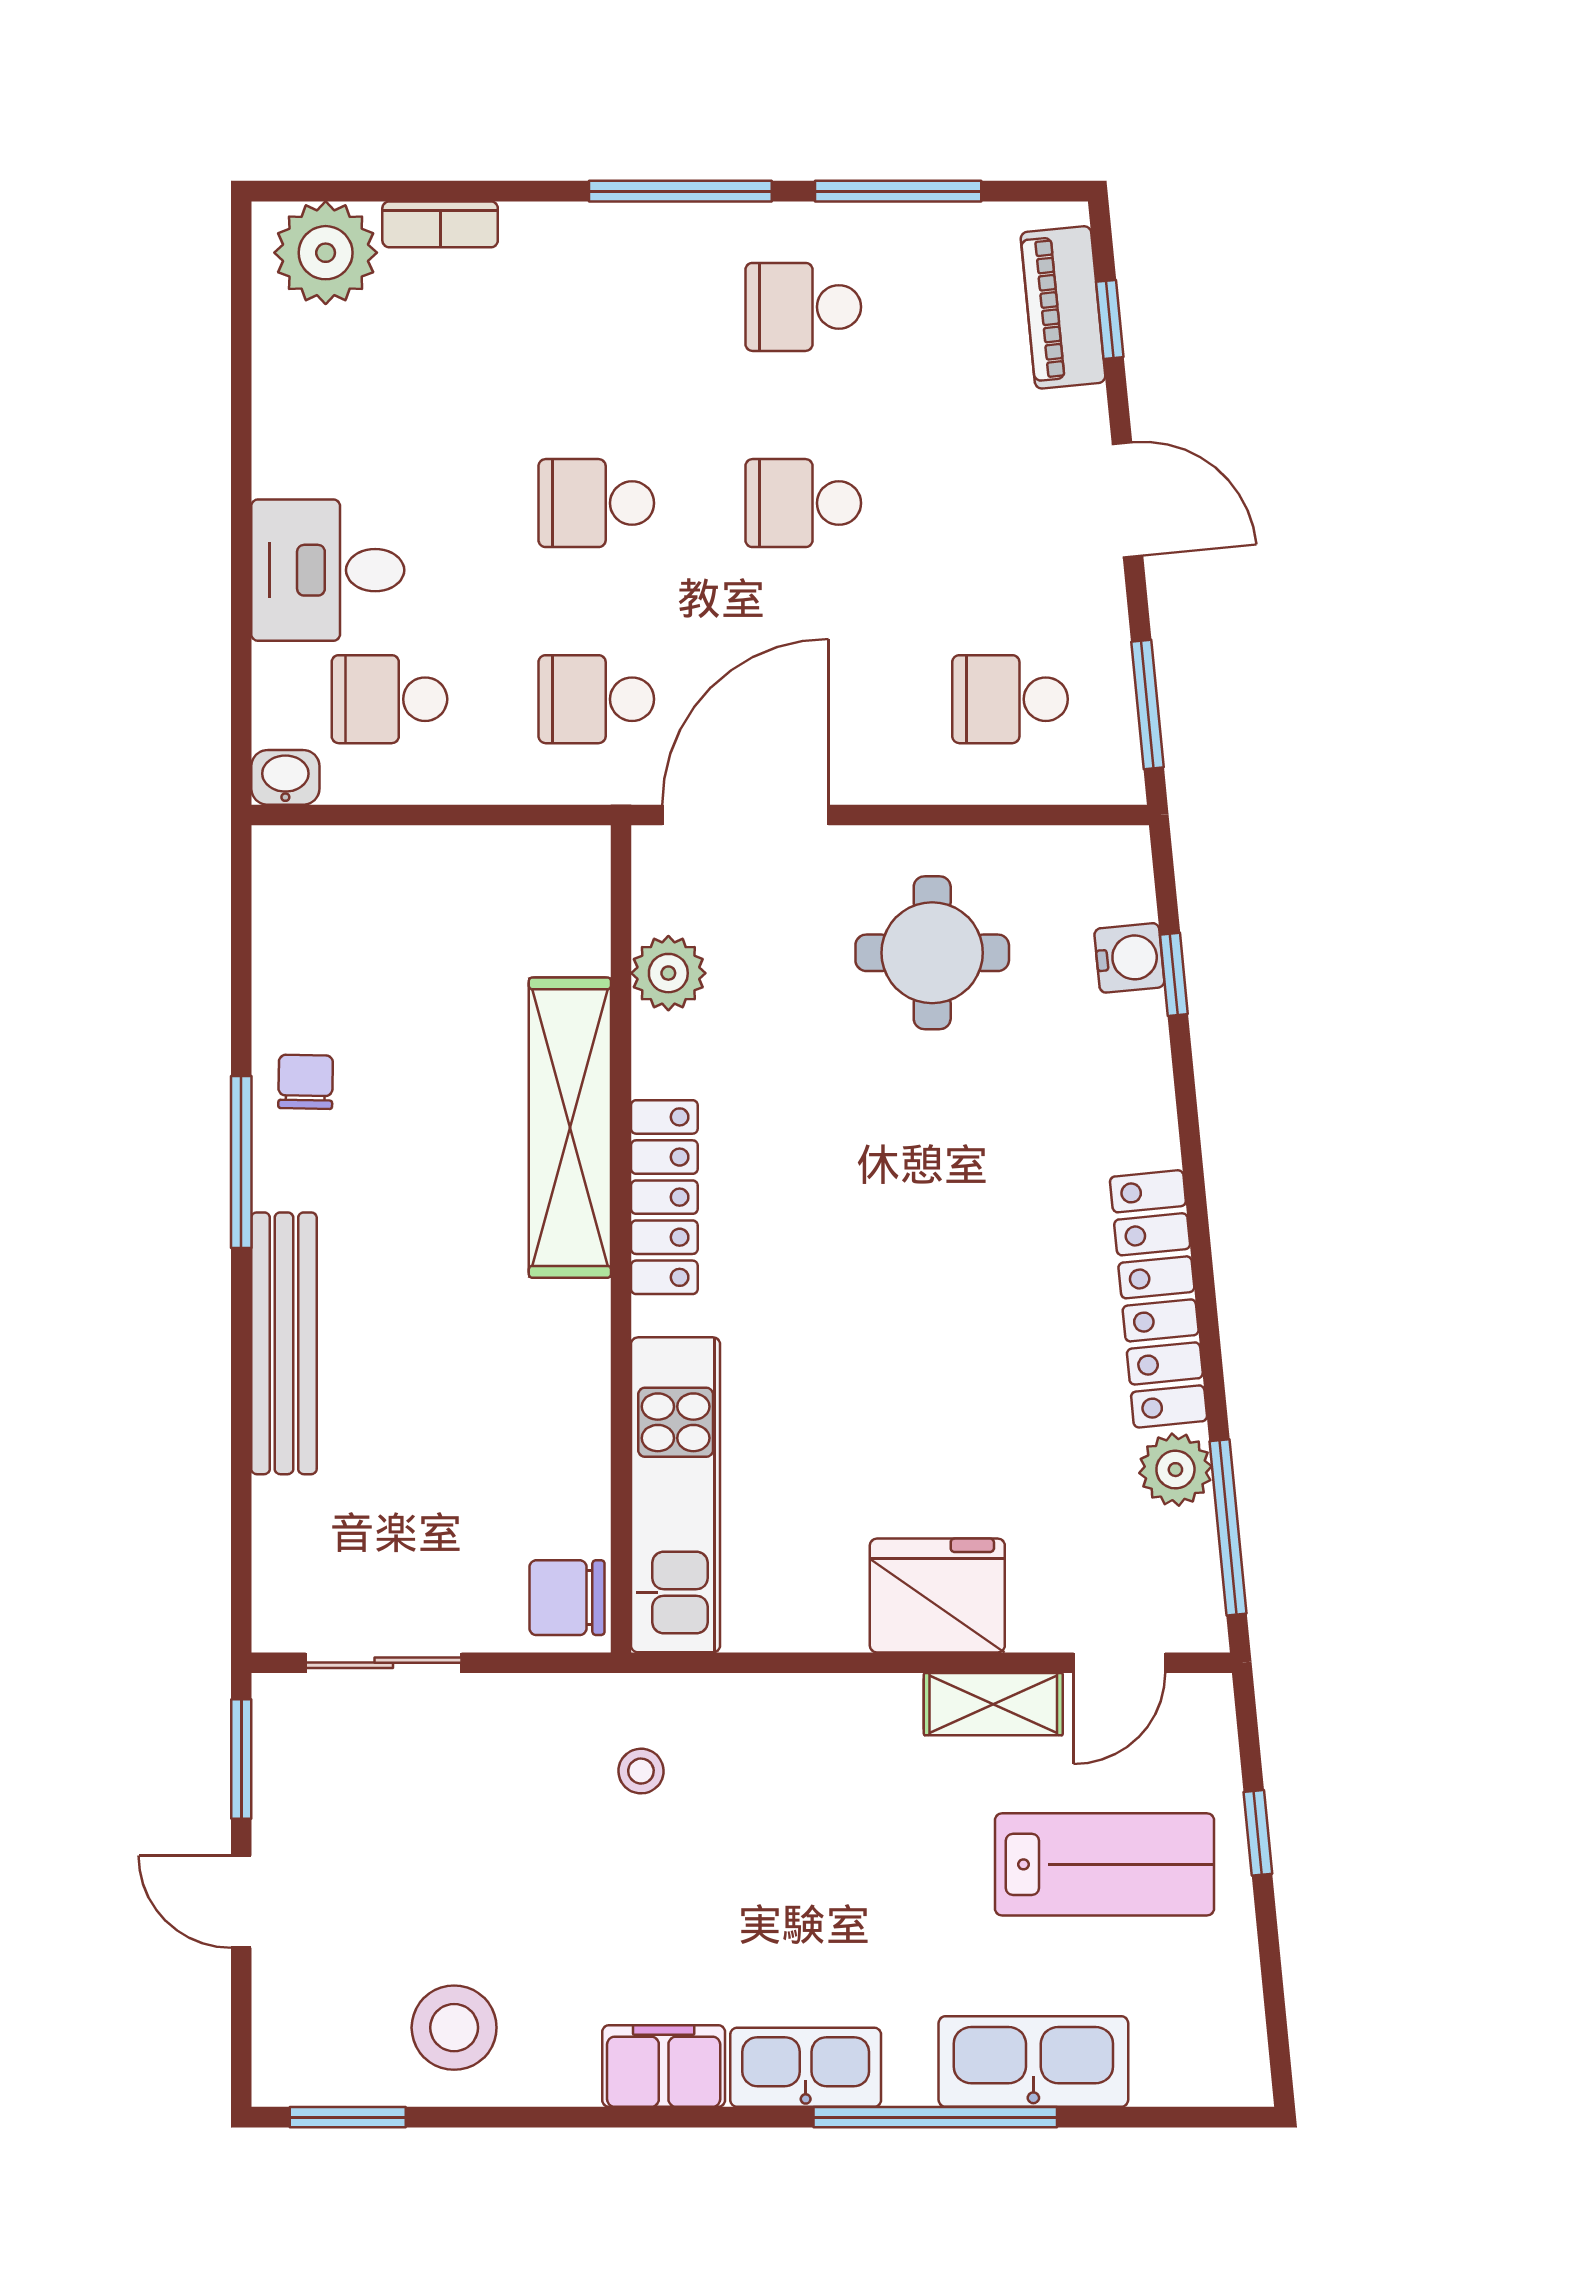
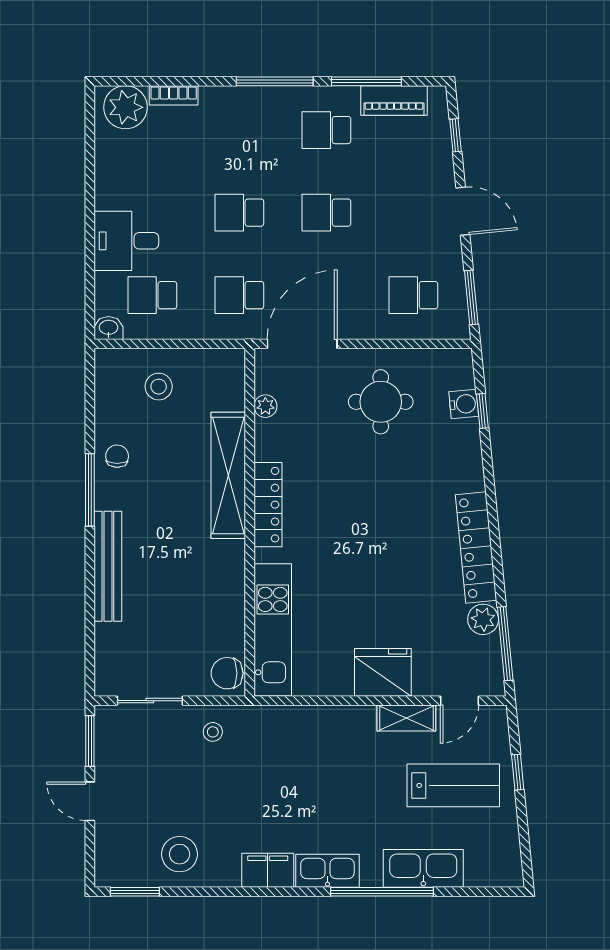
piano: (1063, 307) -> (394, 100), moved, turned -84
stool: (404, 916) -> (159, 387), added
plant: (668, 973) -> (265, 406), width x0.73, depth x0.73
stool: (641, 1771) -> (213, 732), moved

